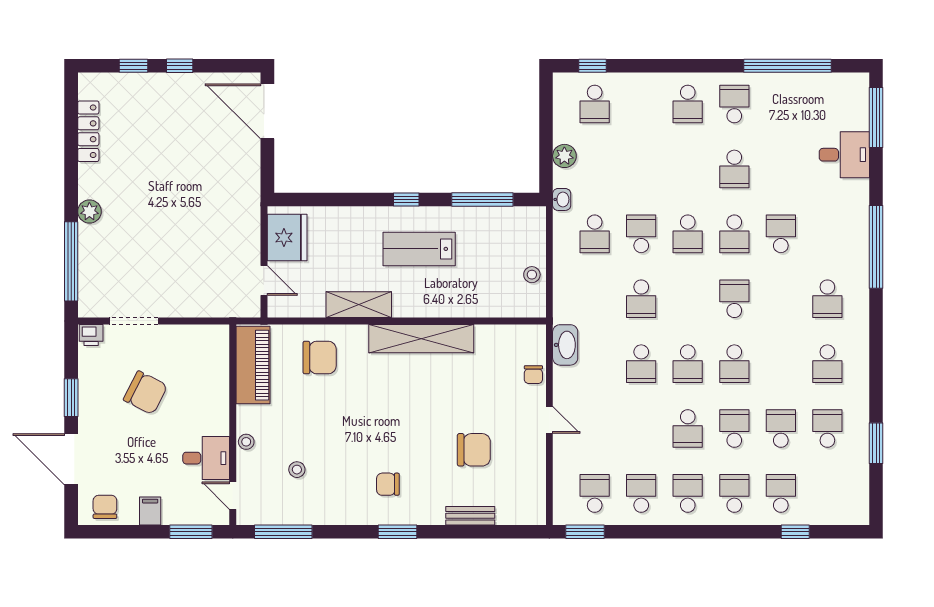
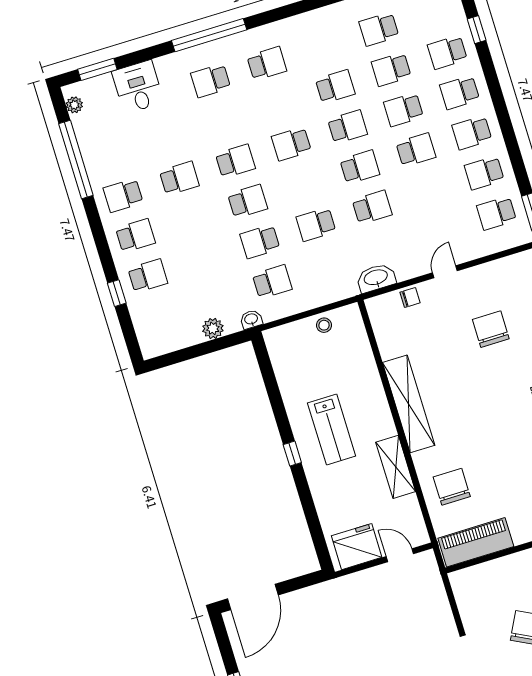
window: (592, 66) -> (117, 293), moved
plant: (846, 82) -> (74, 105), added
school desk: (595, 104) -> (148, 276), moved
window: (876, 118) -> (97, 69), width x0.69
window: (482, 200) -> (272, 388), removed
school desk: (781, 234) -> (211, 81), moved
door: (264, 280) -> (400, 555), hinge flipped
school desk: (641, 299) -> (316, 224), turned 180
school desk: (827, 364) -> (335, 87), moved

